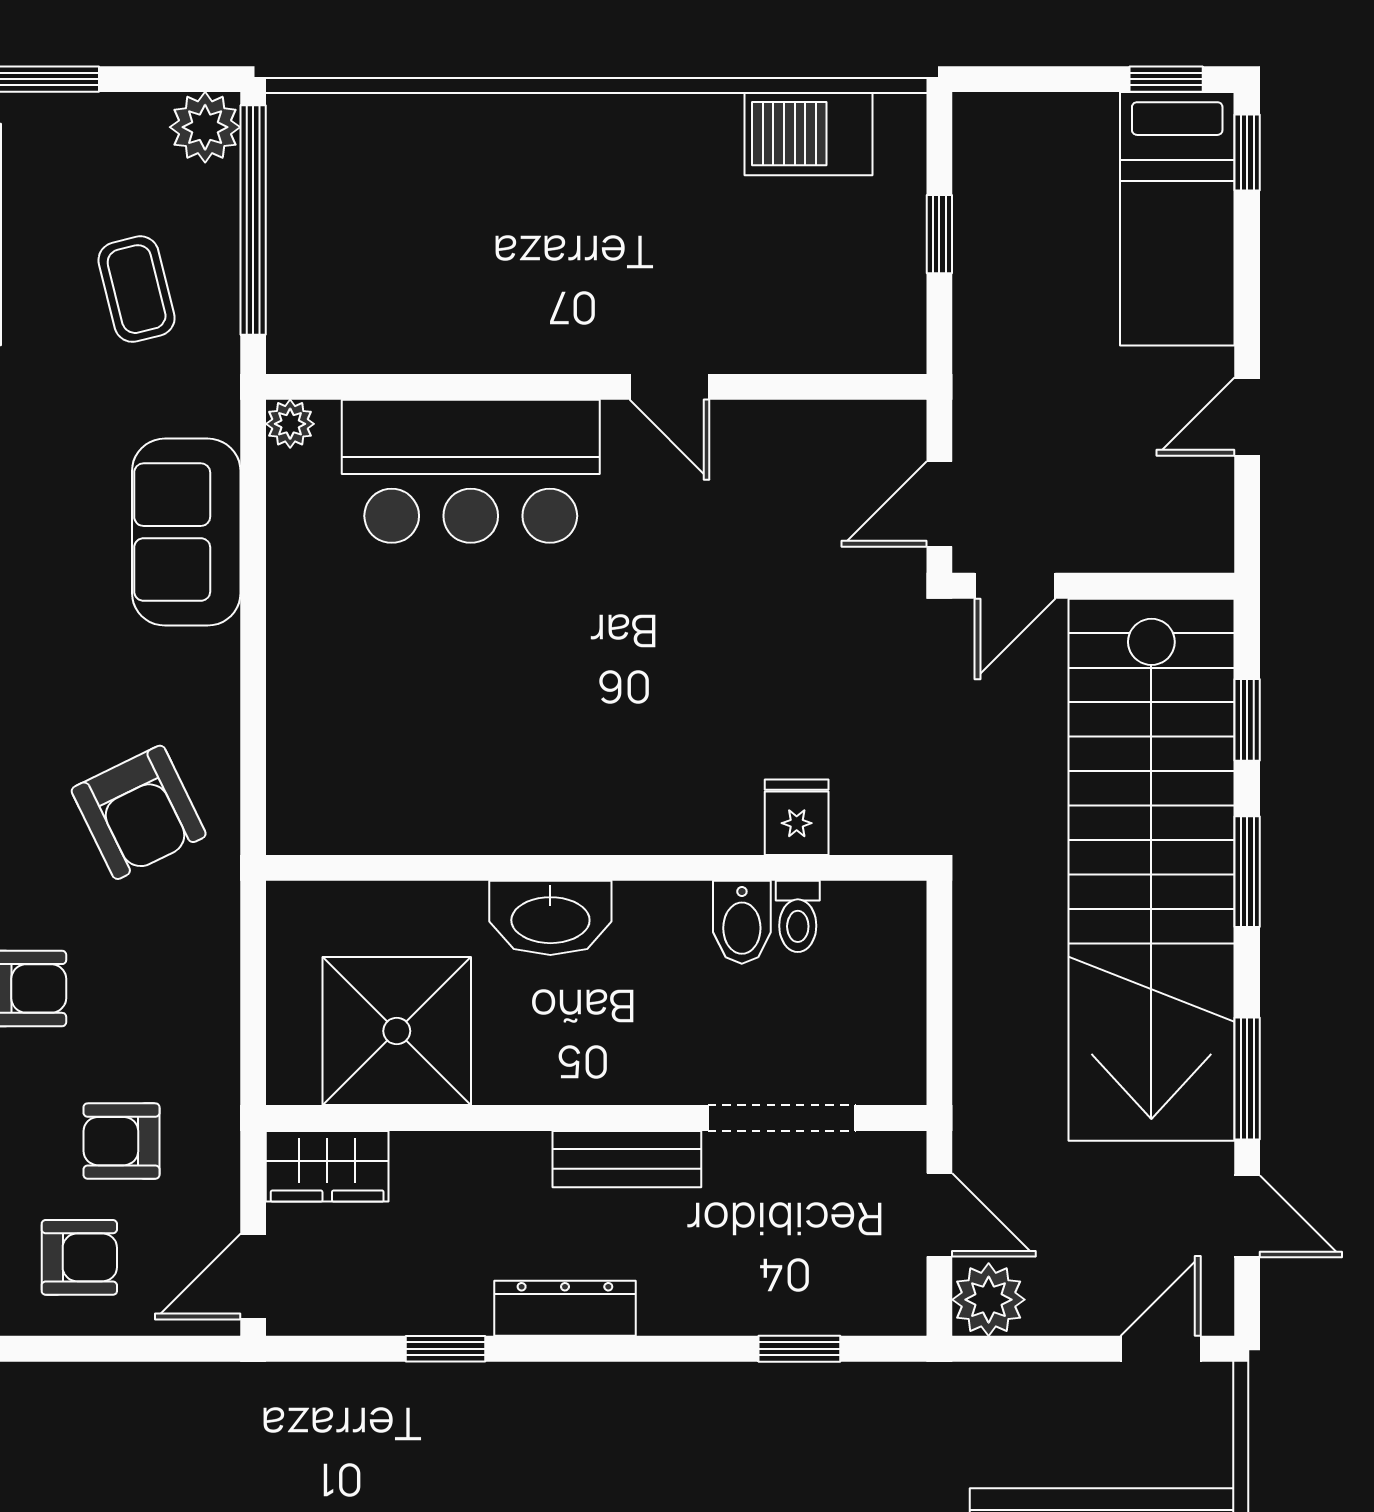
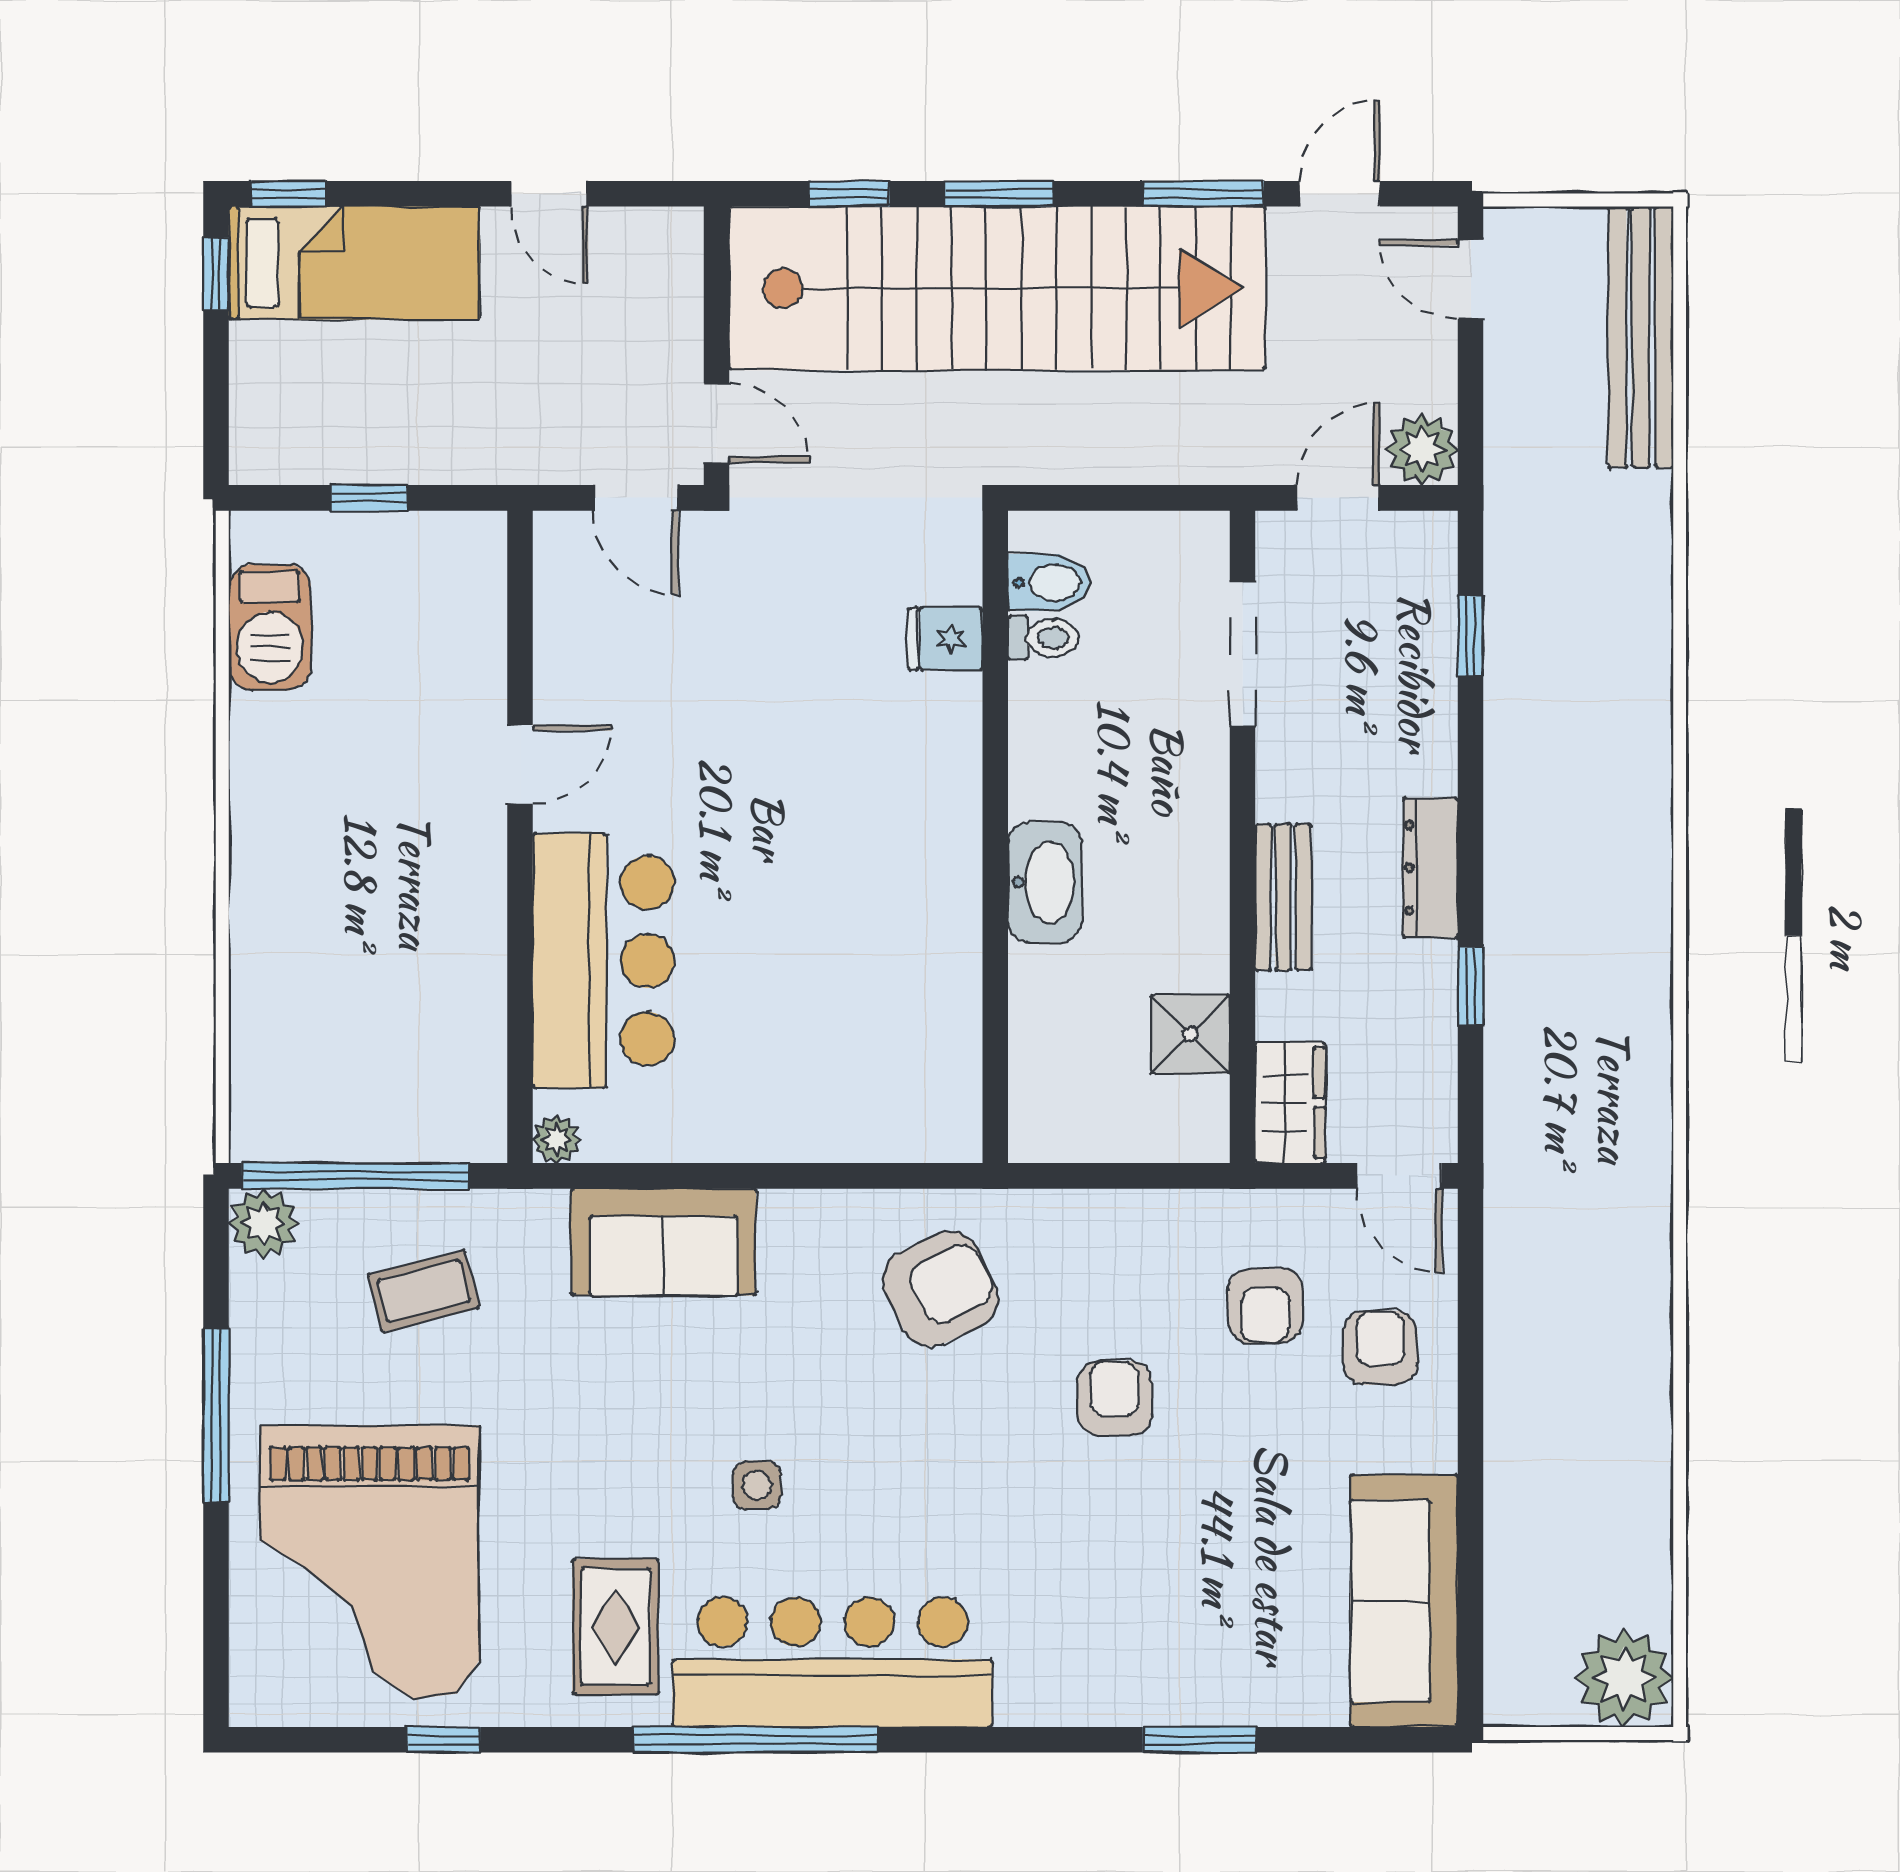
bidet: (742, 922) -> (1049, 583), moved
shower: (397, 1031) -> (1190, 1034), width x0.54, depth x0.54
bench: (627, 1159) -> (1283, 897), moved

